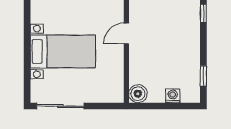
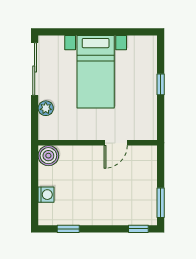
door: (126, 34) -> (116, 143), swing flipped
plant: (95, 96) -> (46, 108), added

